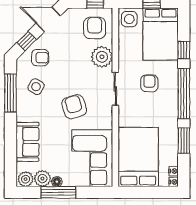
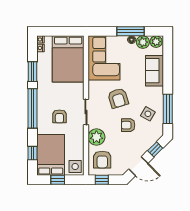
window: (184, 50) -> (33, 153), moved
armchair: (40, 58) -> (128, 125), moved

